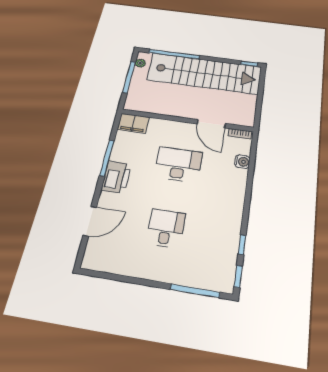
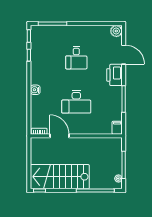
stairs: (204, 73) -> (60, 177), width x0.73
filing cabinet: (133, 123) -> (117, 128), width x0.50
water cooler: (242, 162) -> (35, 90), moved
printer: (116, 177) -> (114, 75), moved
door: (90, 221) -> (124, 55), swing flipped
plant: (92, 260) -> (116, 31), added

